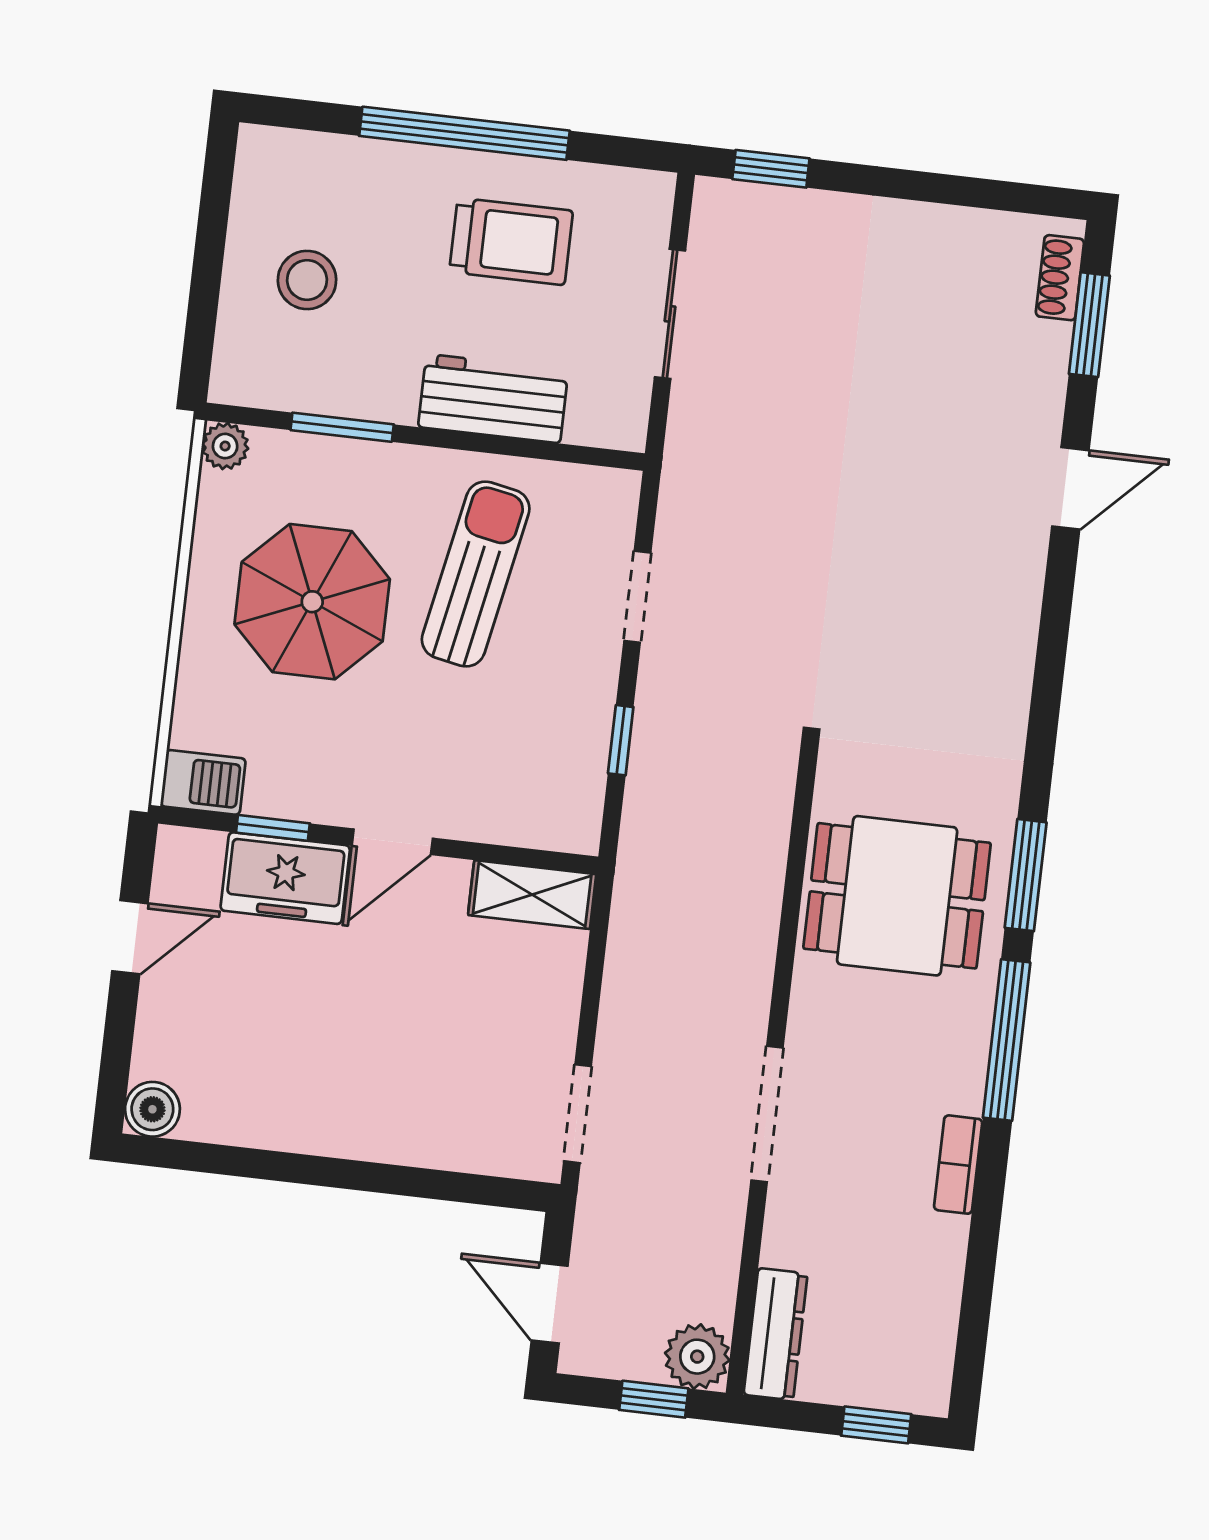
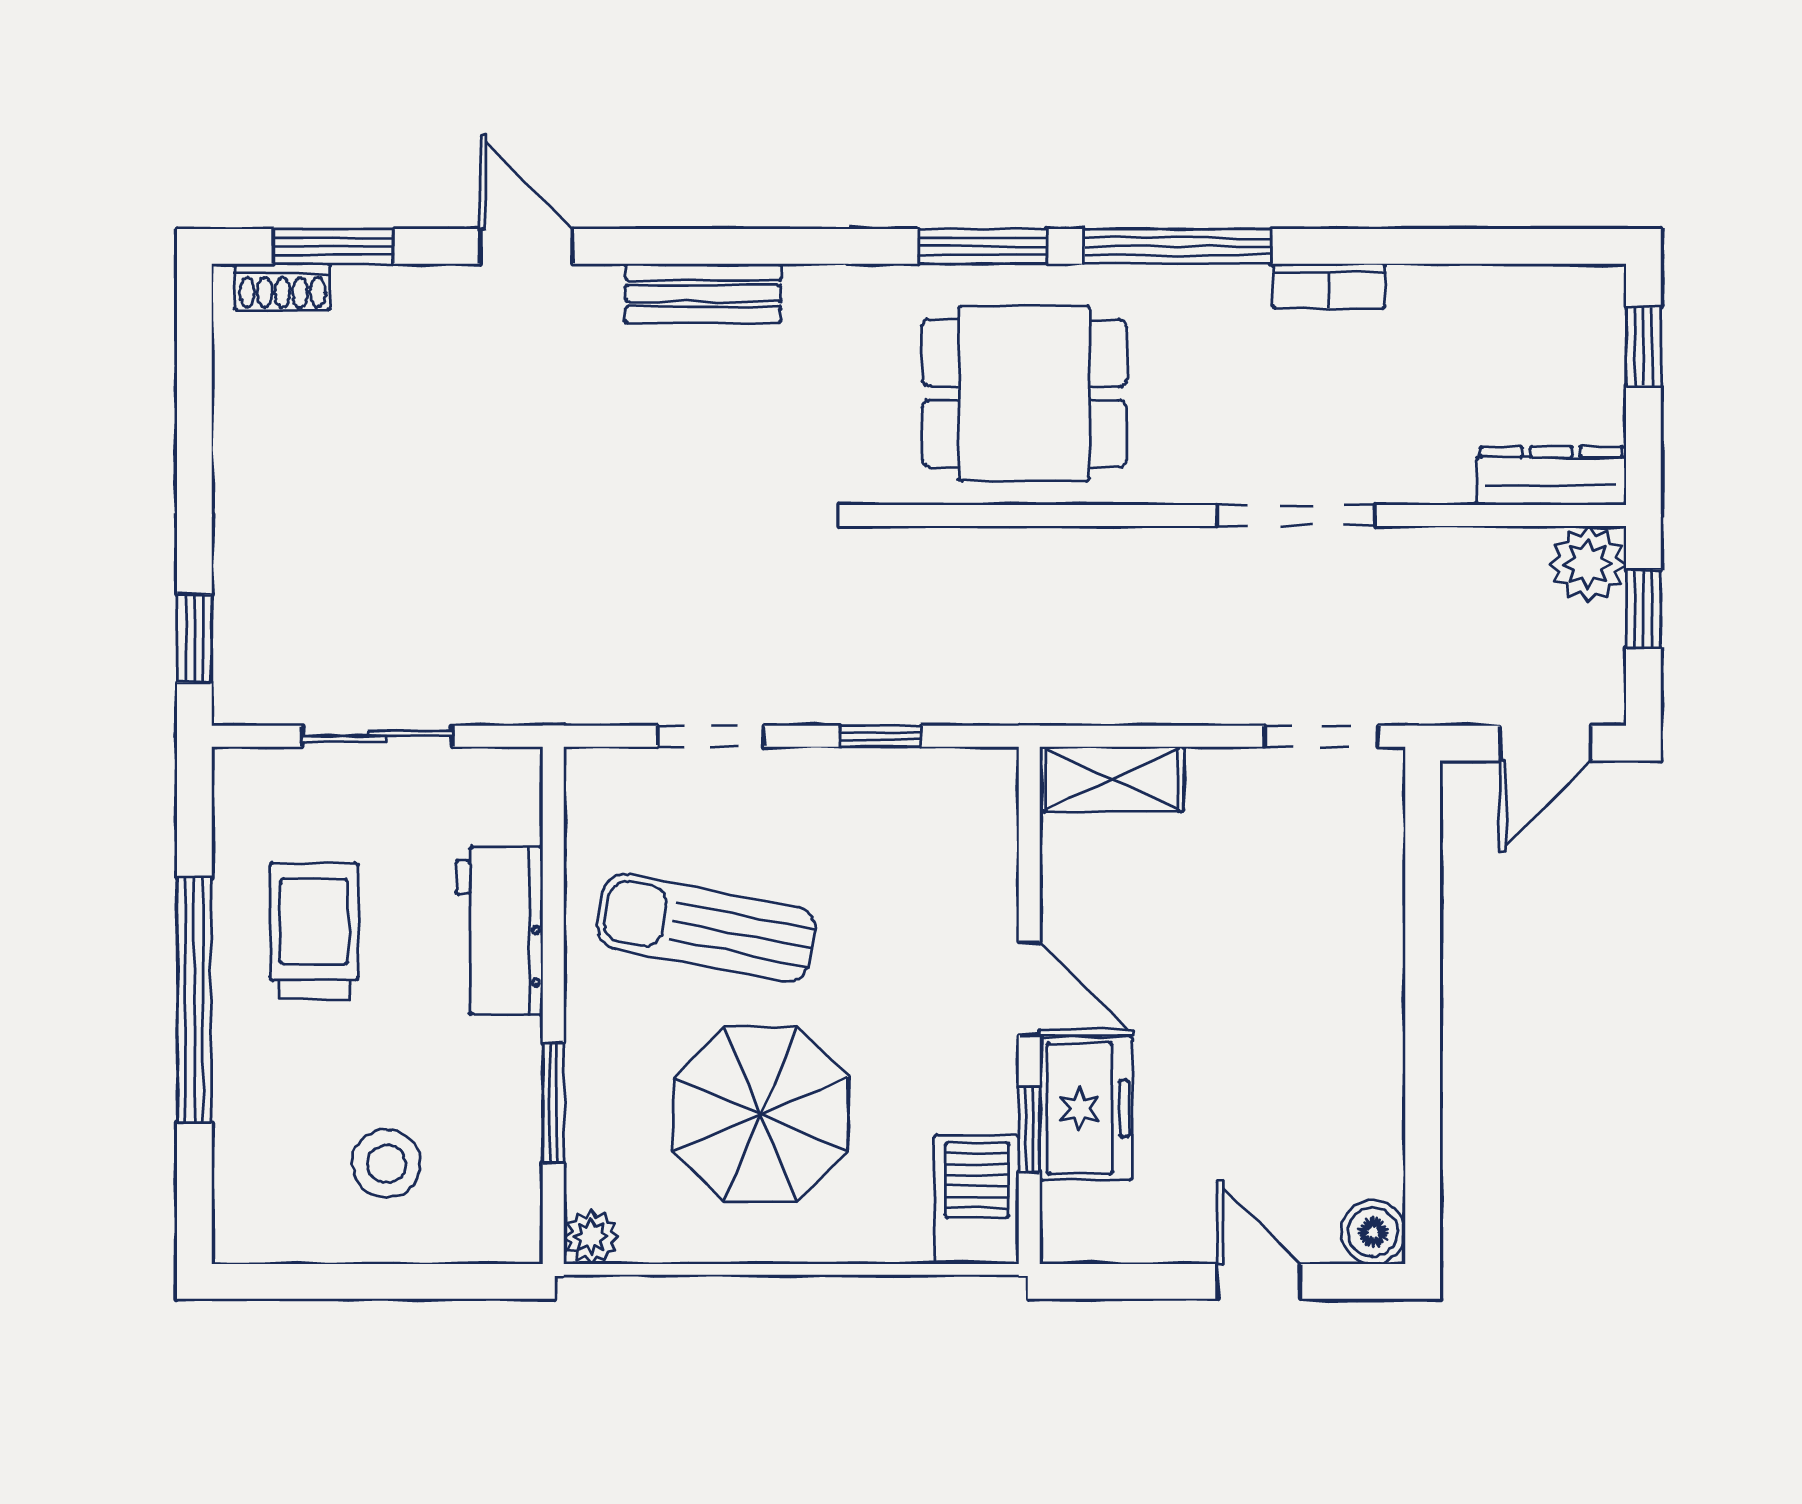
bench: (1013, 634) -> (703, 293), added
barbecue: (203, 782) -> (977, 1200), width x1.38, depth x1.27
shelving: (532, 895) -> (1112, 779), moved, turned 90
dining table: (897, 896) -> (1024, 393), turned 90
door: (130, 937) -> (1259, 1281), moved

